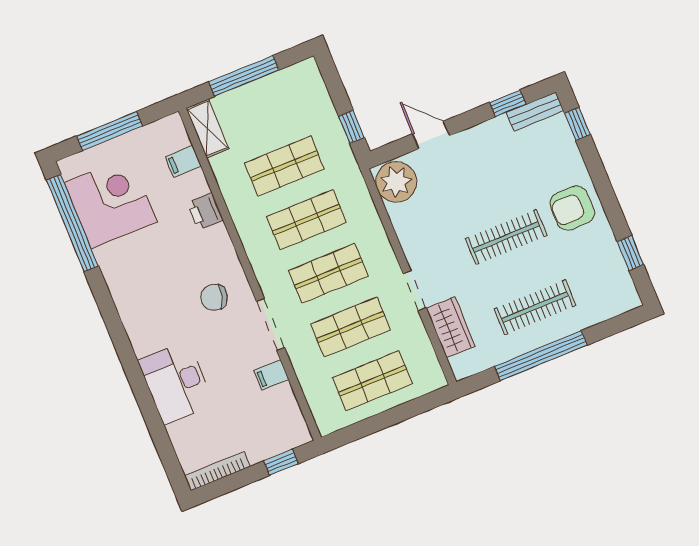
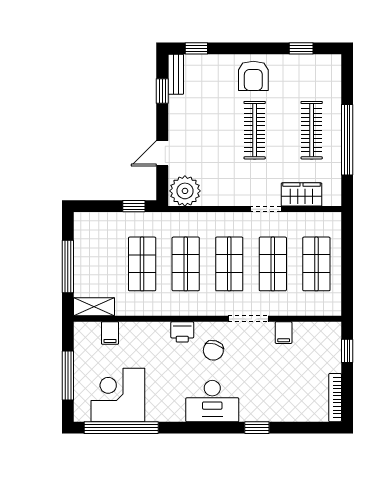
printer: (205, 212) -> (182, 332), moved
desk: (176, 383) -> (212, 401), moved
window: (141, 390) -> (257, 428), added

